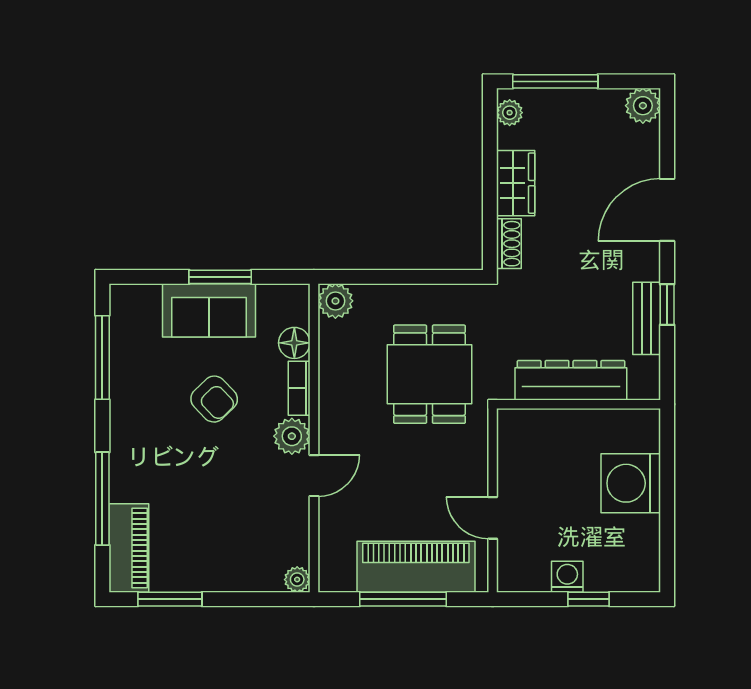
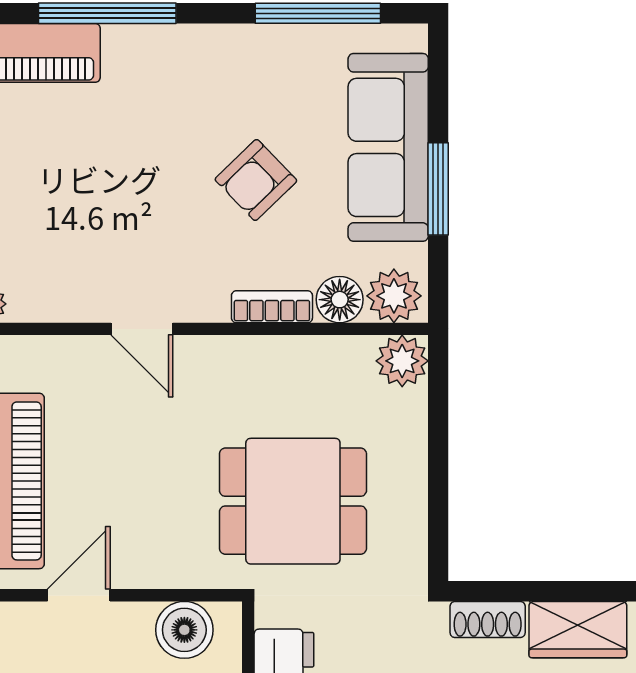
sofa: (209, 310) -> (388, 147), width x1.36
plant: (292, 436) -> (394, 296), moved
boiler: (516, 447) -> (184, 630), added

